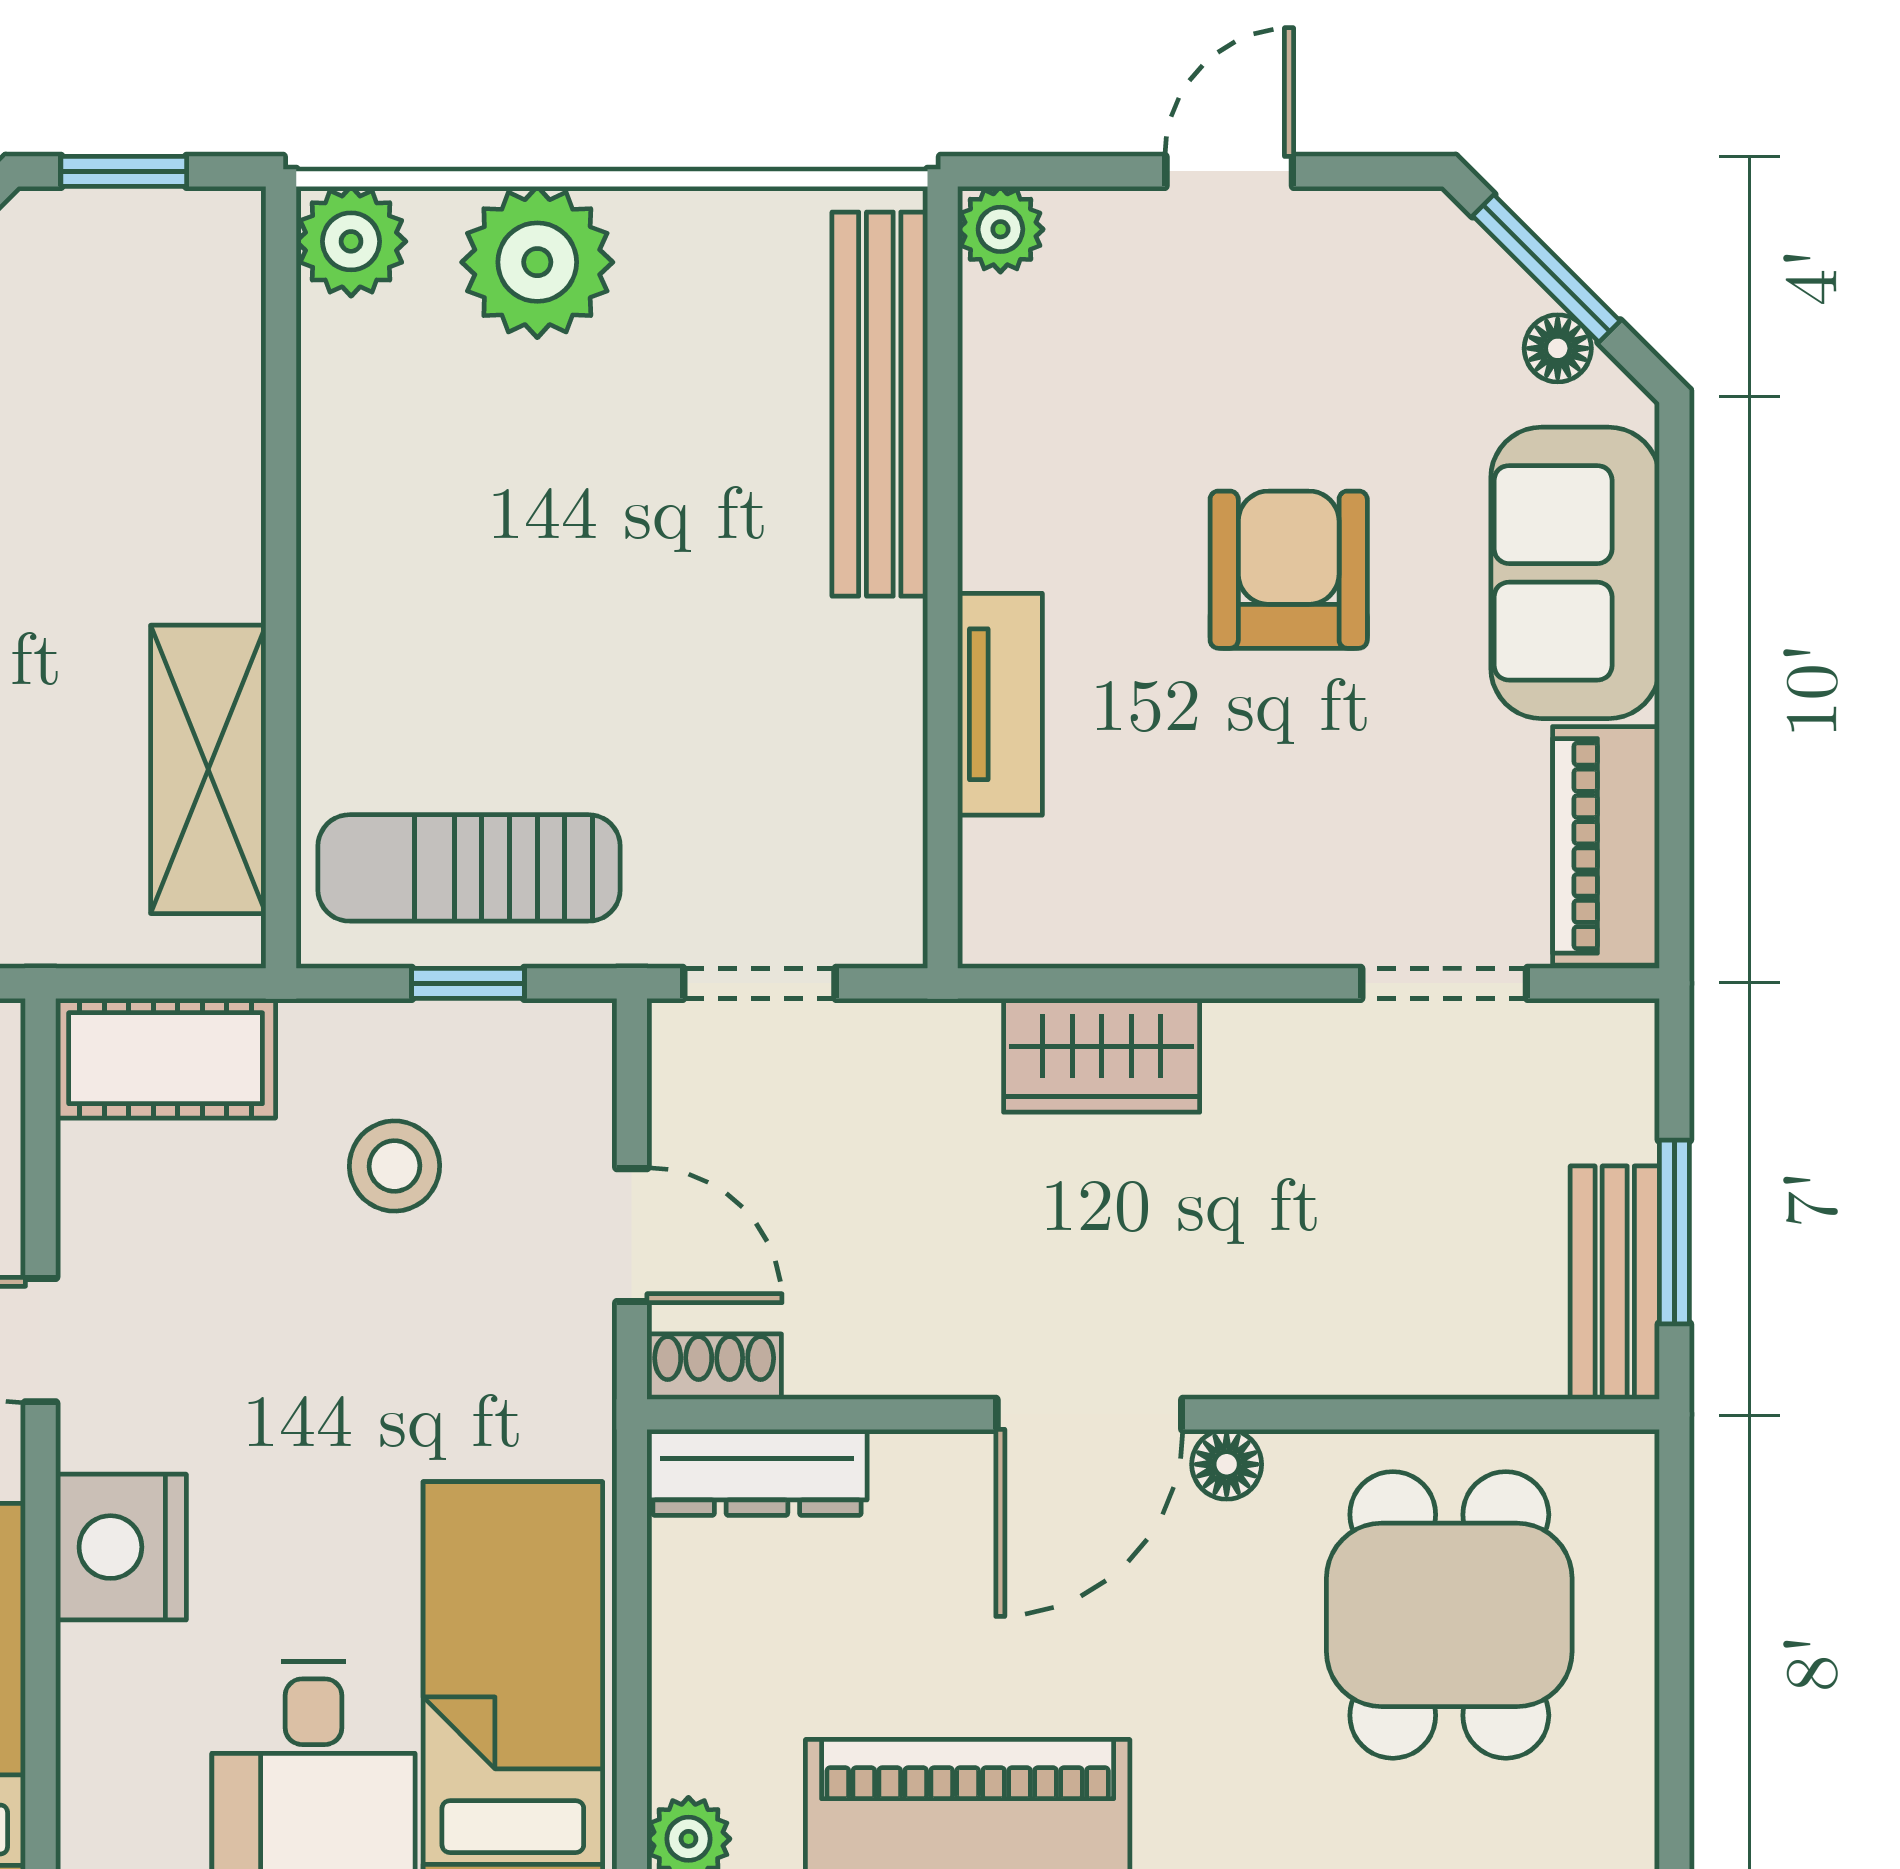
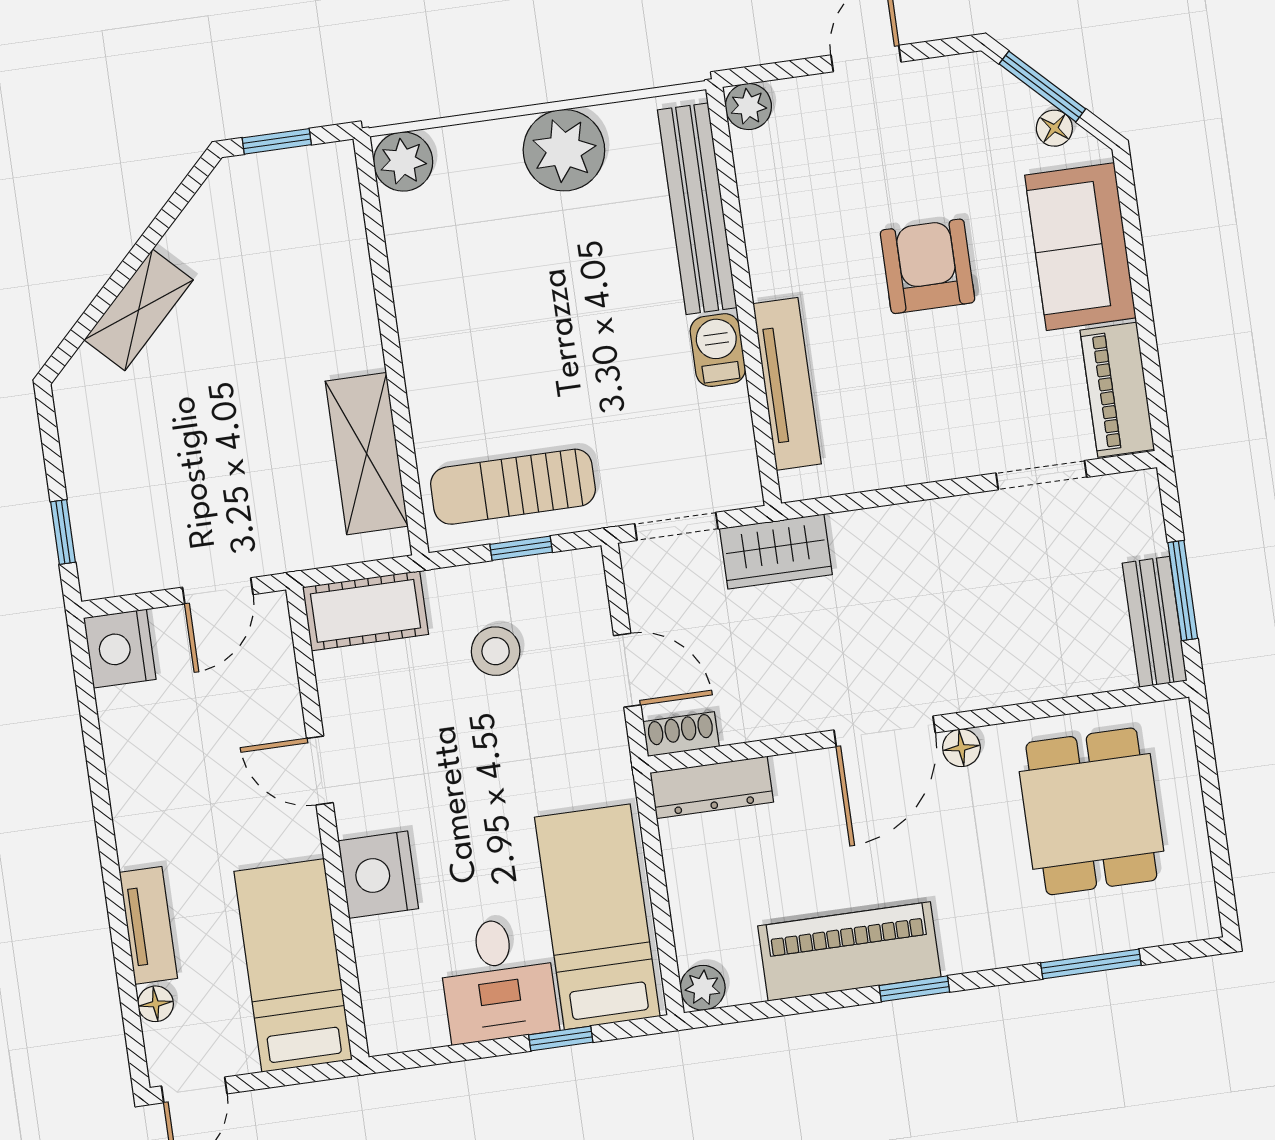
plant: (537, 262) -> (564, 150), moved
barbecue: (881, 670) -> (718, 350), added
tv unit: (1000, 704) -> (787, 384), width x1.41
wardrobe: (1102, 1055) -> (776, 552), moved

